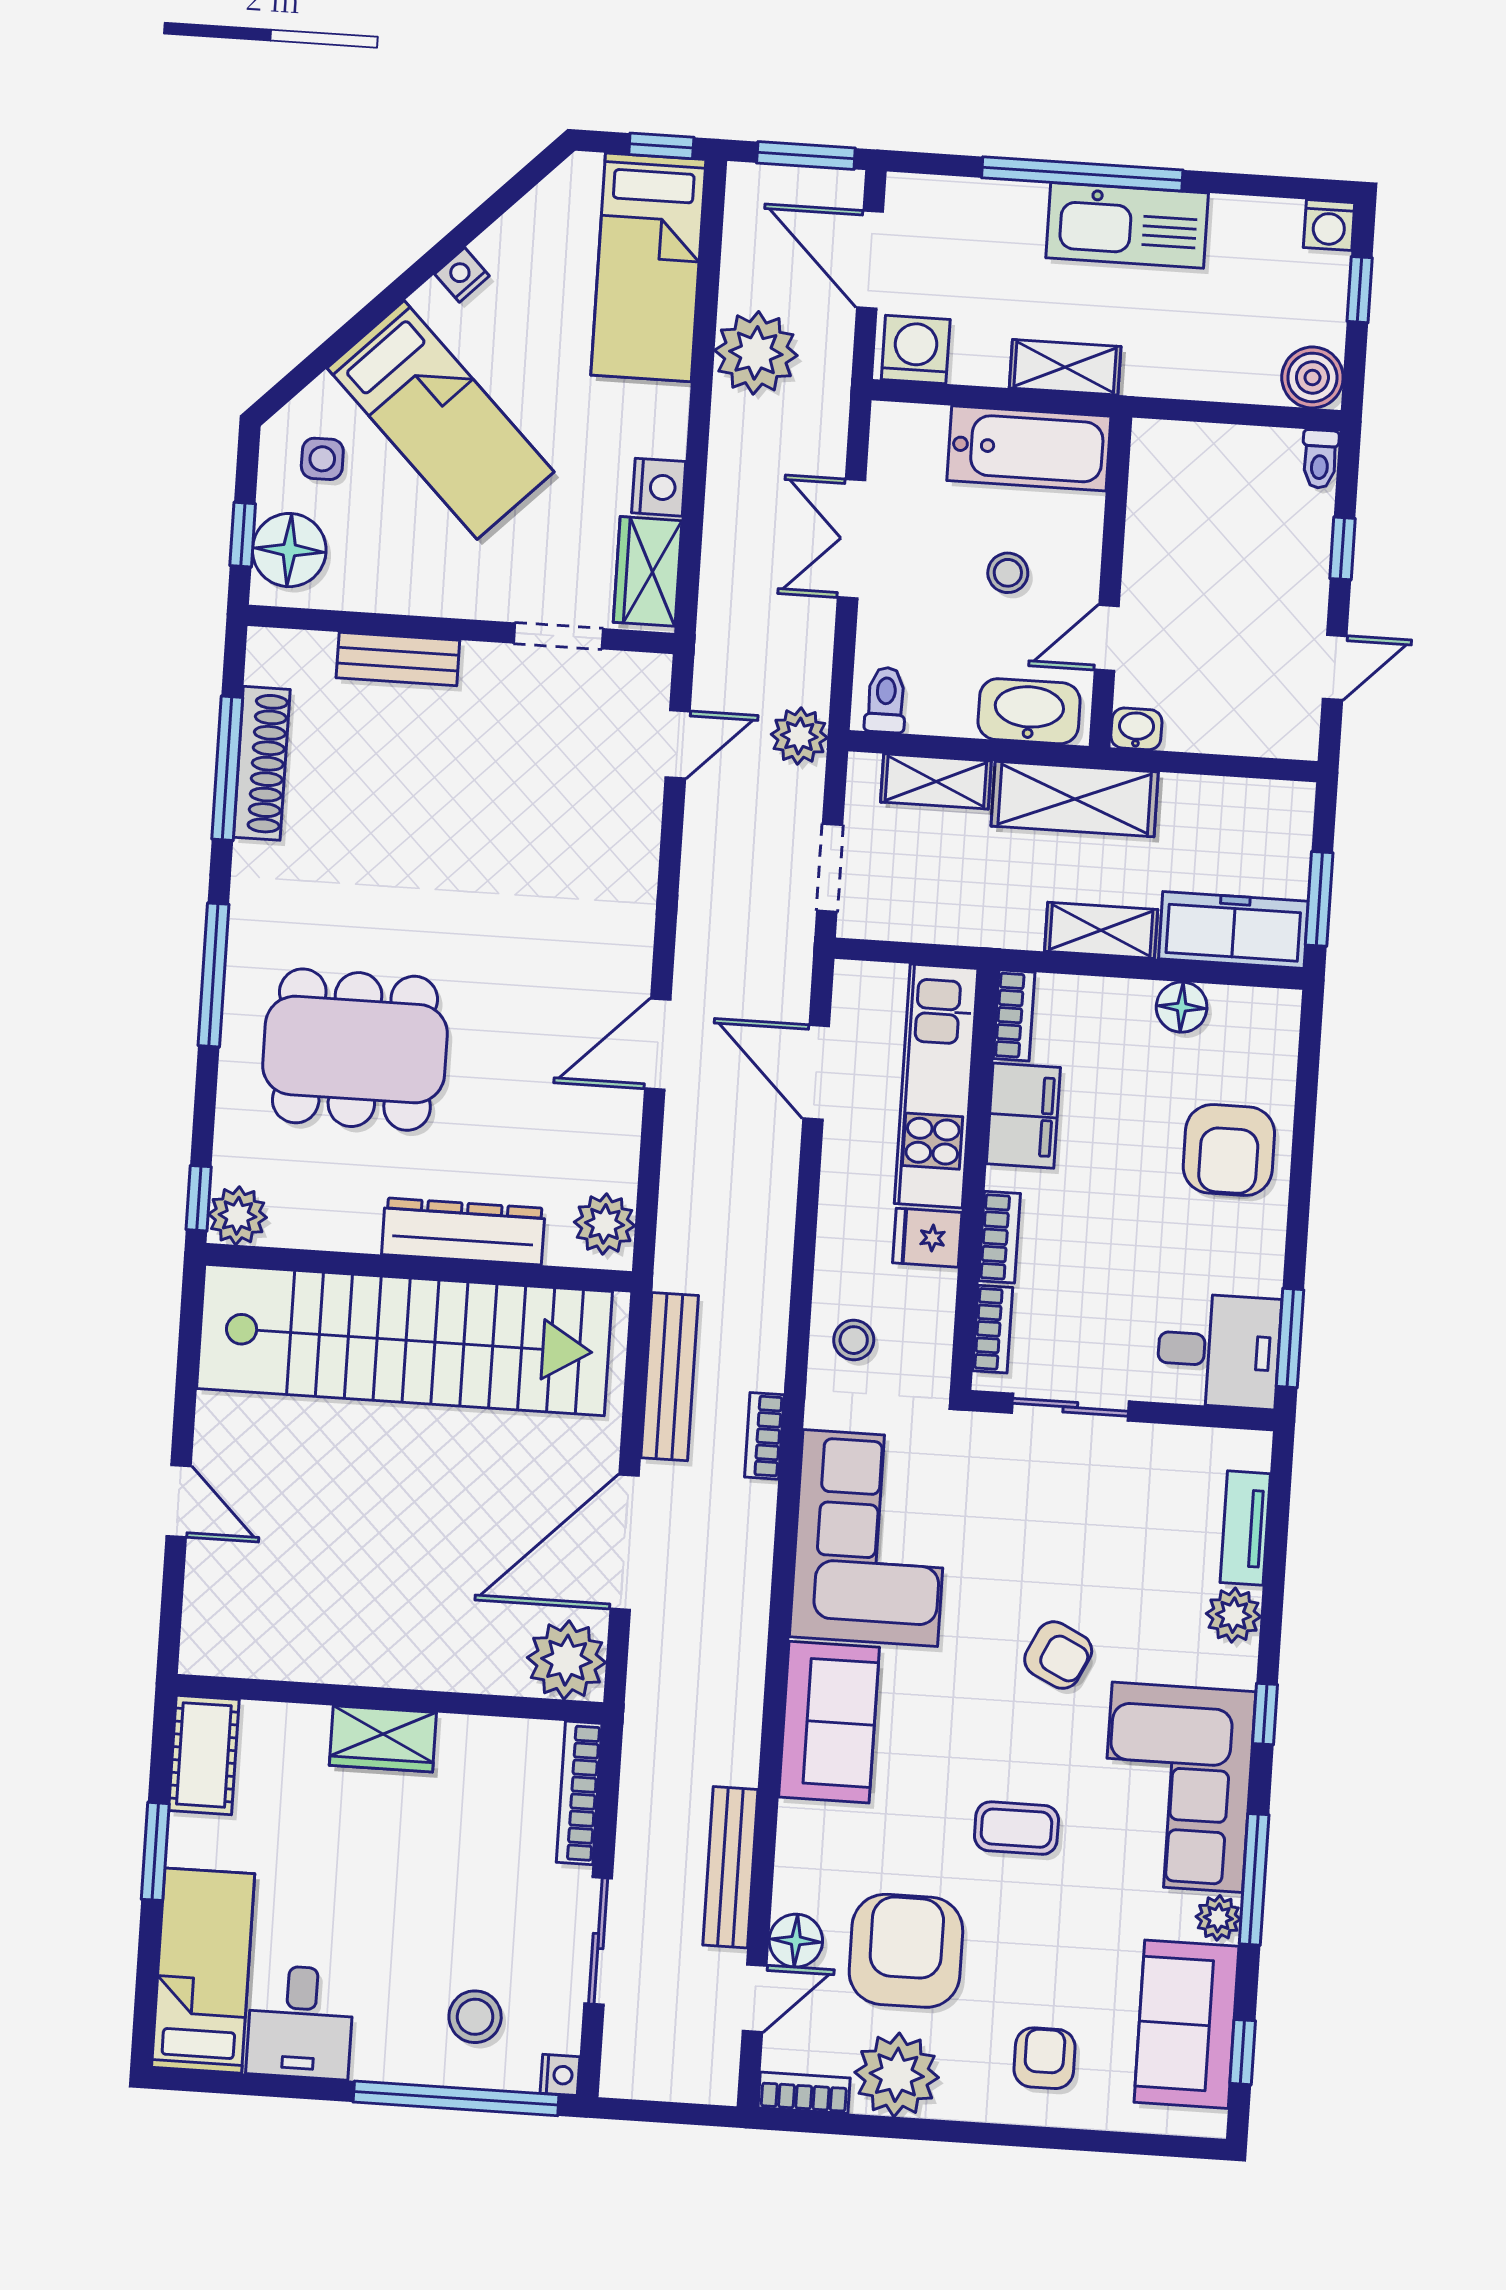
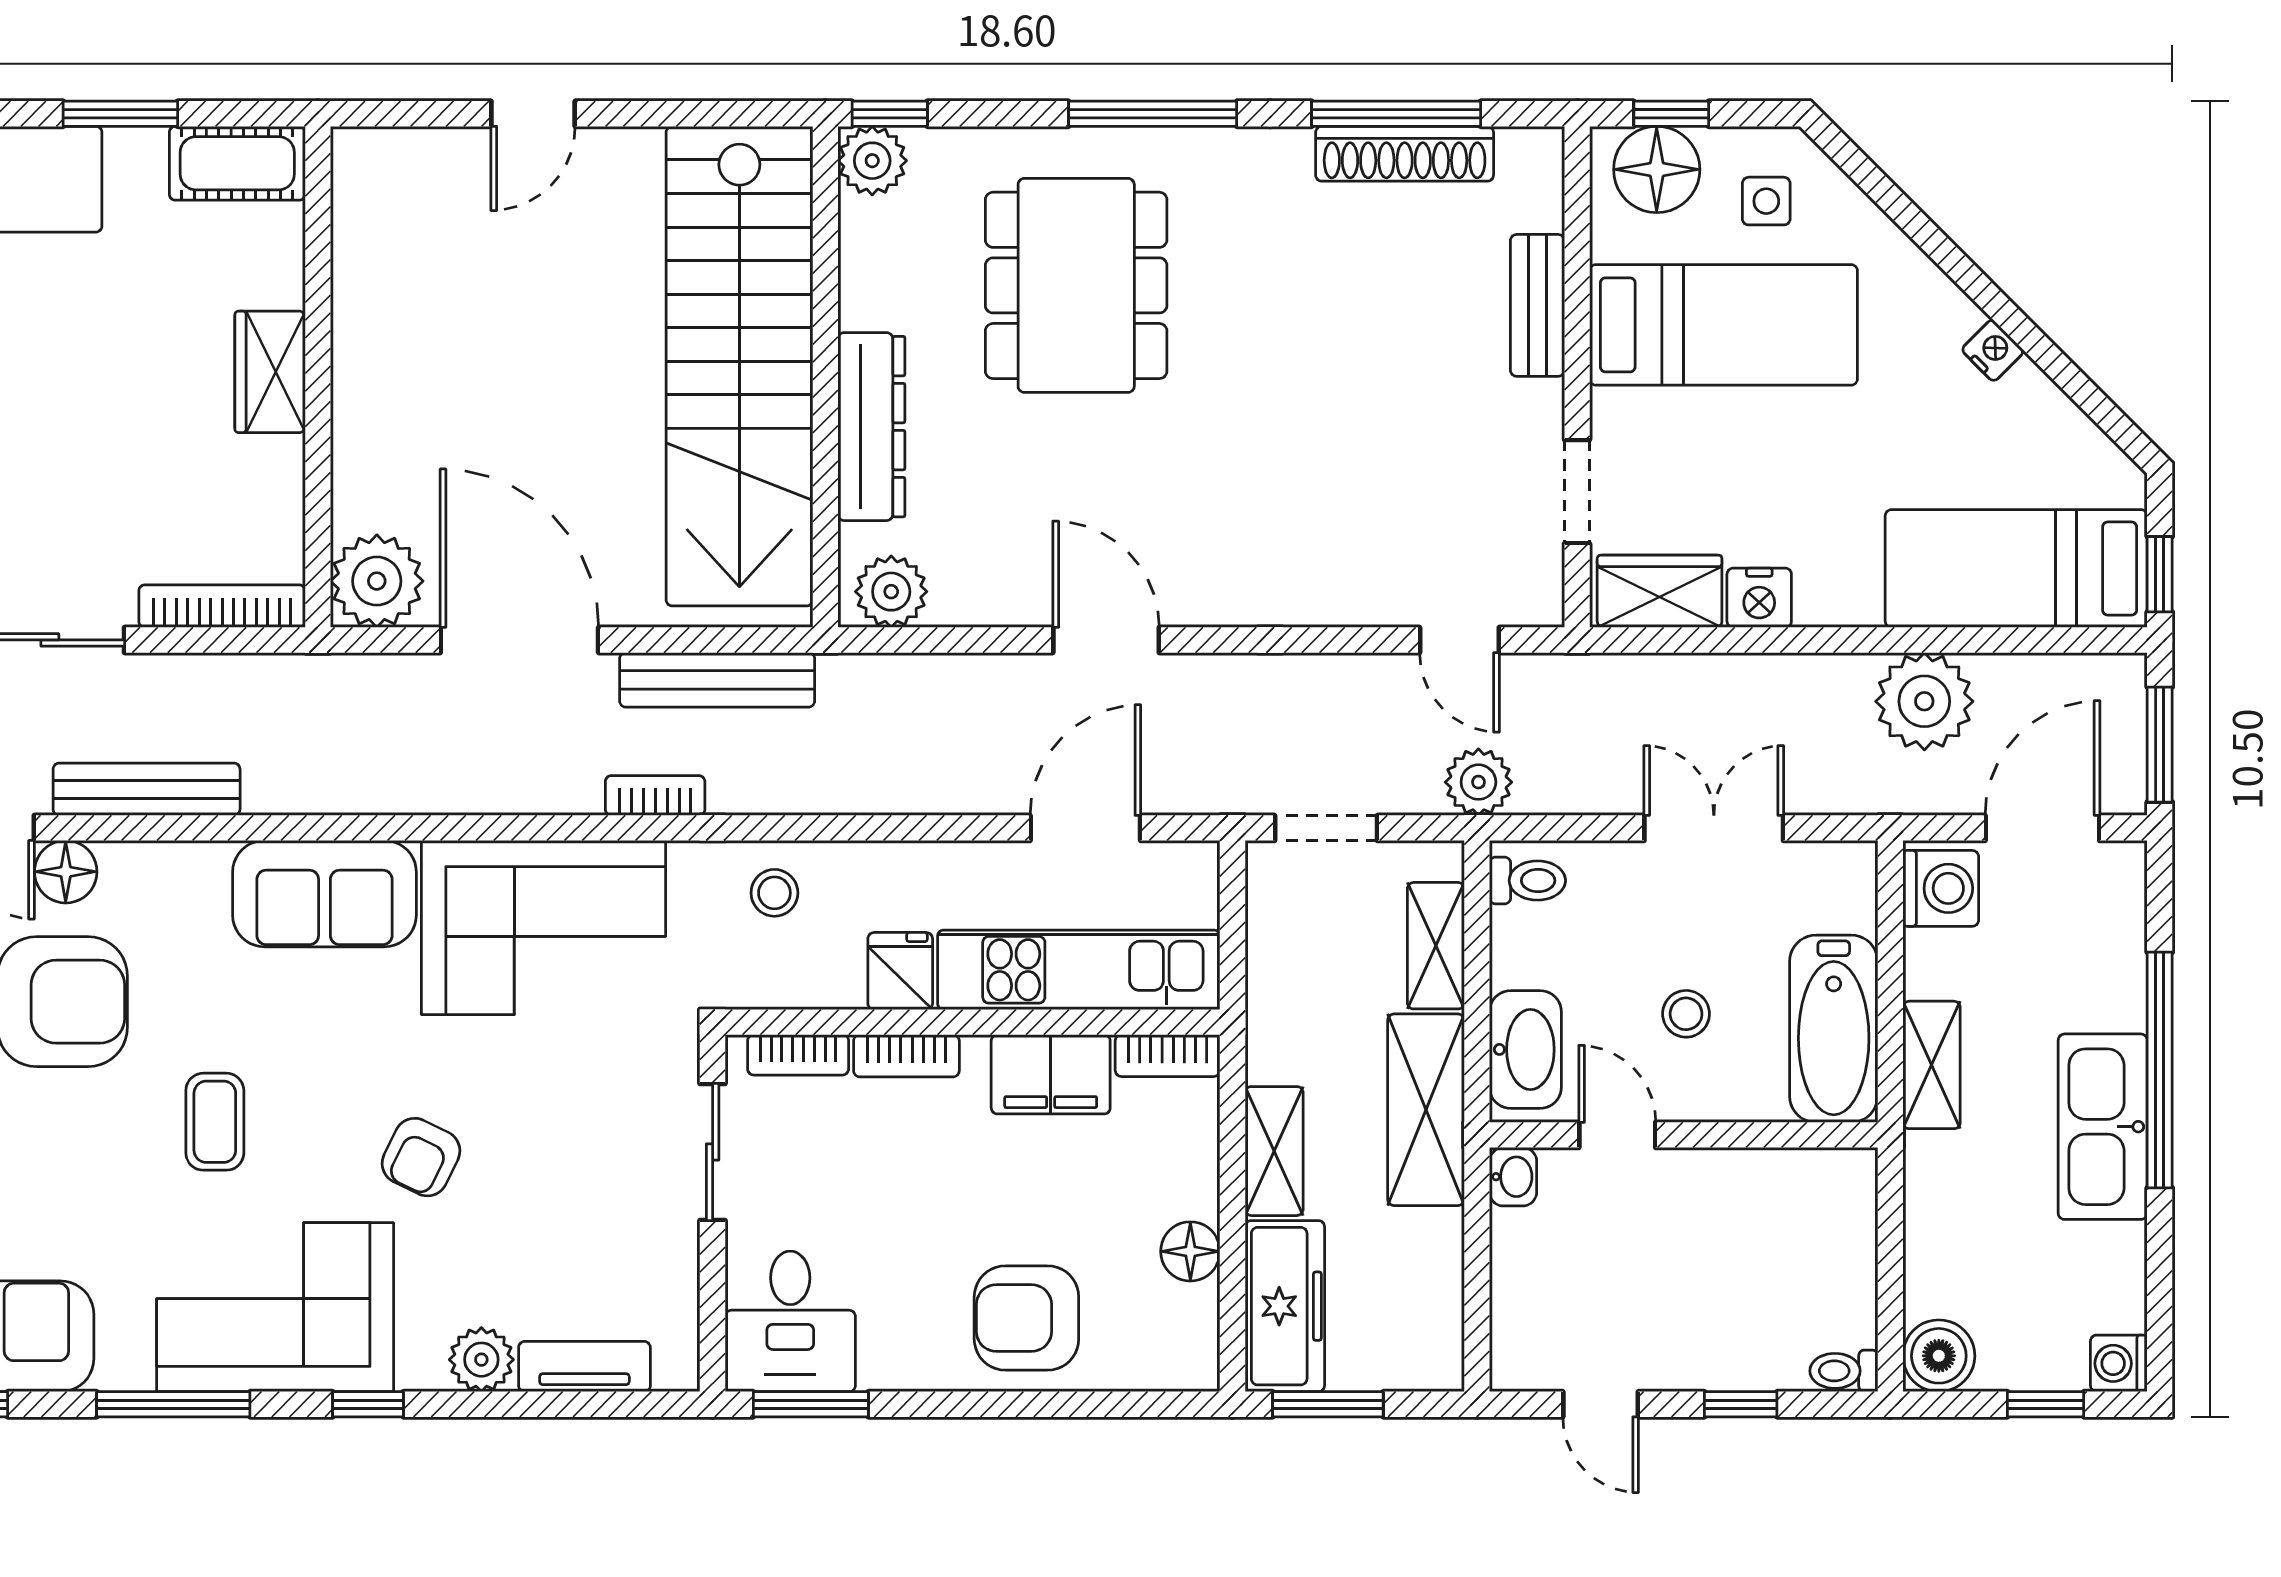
bed: (441, 420) -> (1723, 325), moved, turned -135
plant: (1218, 1918) -> (125, 1365), removed

